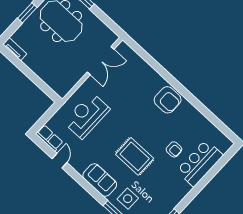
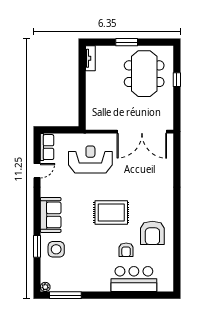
double door: (101, 61) -> (142, 132), width x1.36
armchair: (168, 100) -> (152, 233), moved
rug: (135, 156) -> (111, 213), moved, turned 90

